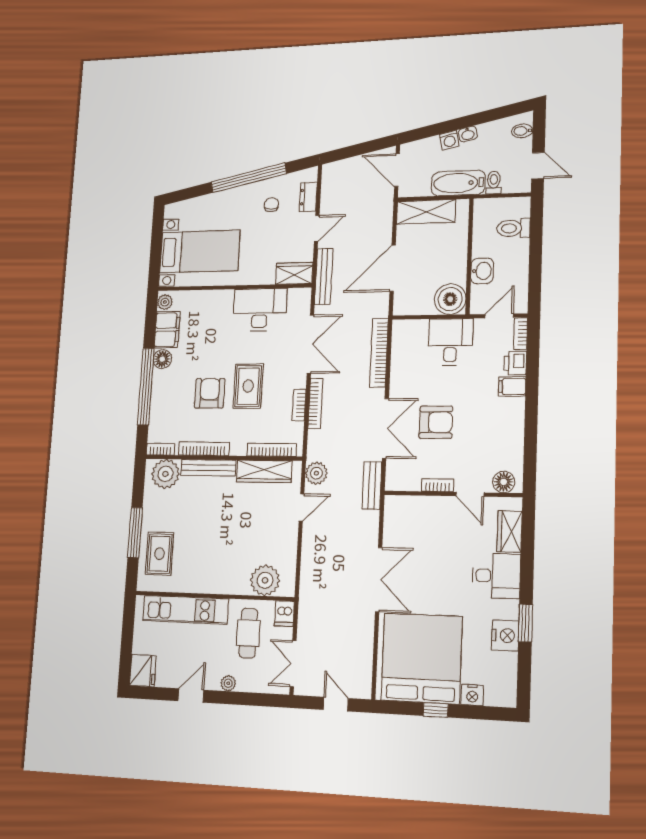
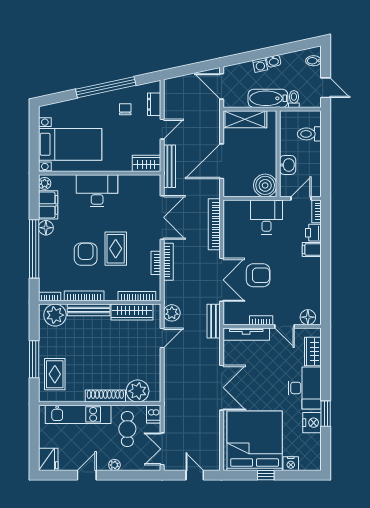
desk: (260, 310) -> (97, 191), moved
tv unit: (416, 504) -> (246, 334), added
desk: (496, 576) -> (305, 388), width x1.37
shoe rack: (222, 586) -> (105, 396), added

